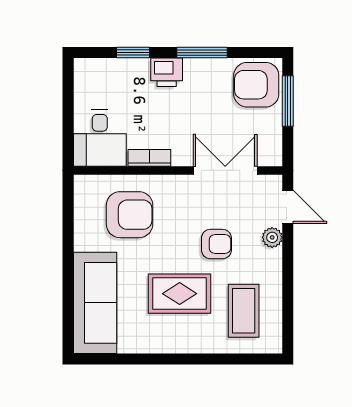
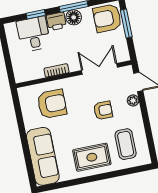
floor lamp: (198, 72) -> (74, 17), added
desk: (100, 138) -> (34, 34), moved, turned 180
rug: (180, 294) -> (92, 157), moved

